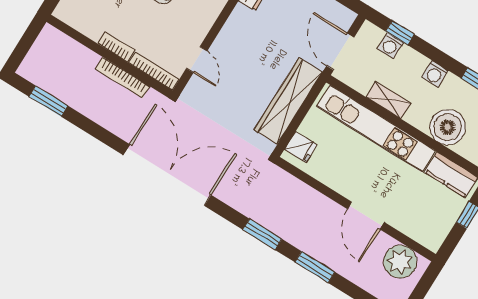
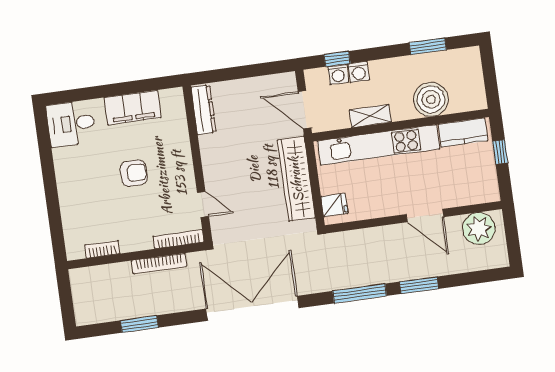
bookcase: (116, 47) -> (102, 249), moved
washing machine: (435, 74) -> (359, 72), moved
window: (48, 101) -> (139, 324), moved
window: (262, 234) -> (360, 293), width x1.44

